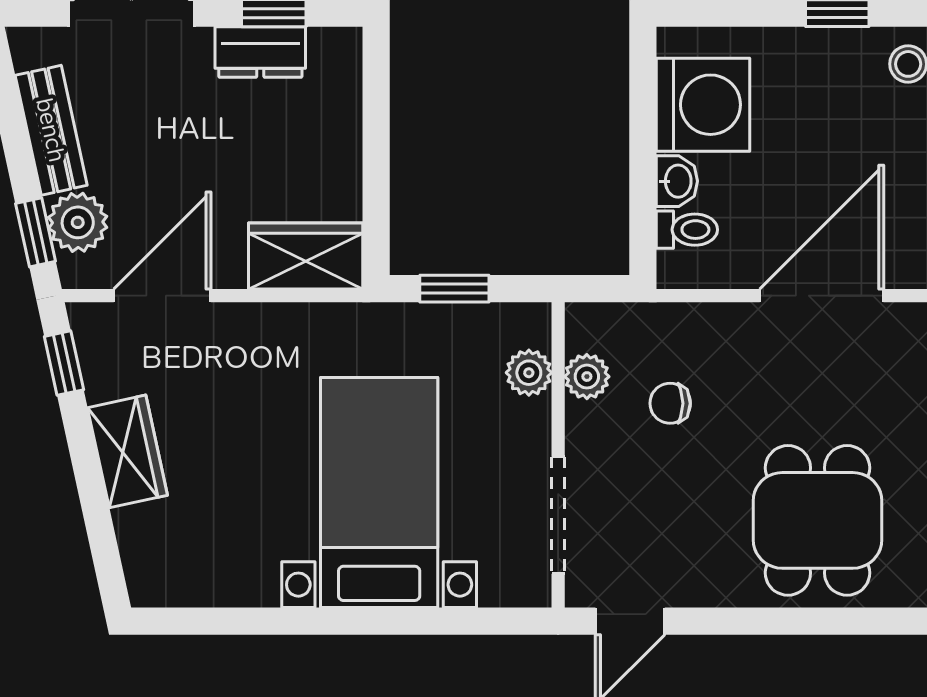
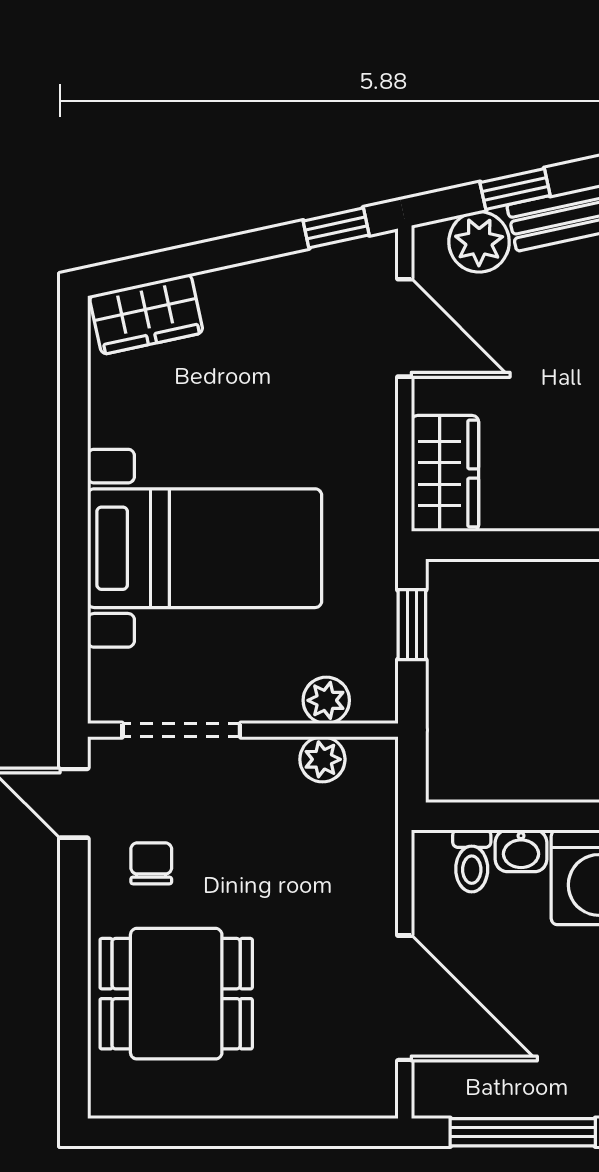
window: (36, 232) -> (515, 189), moved
chair: (670, 403) -> (151, 863), moved
wardrobe: (127, 451) -> (146, 314), moved

